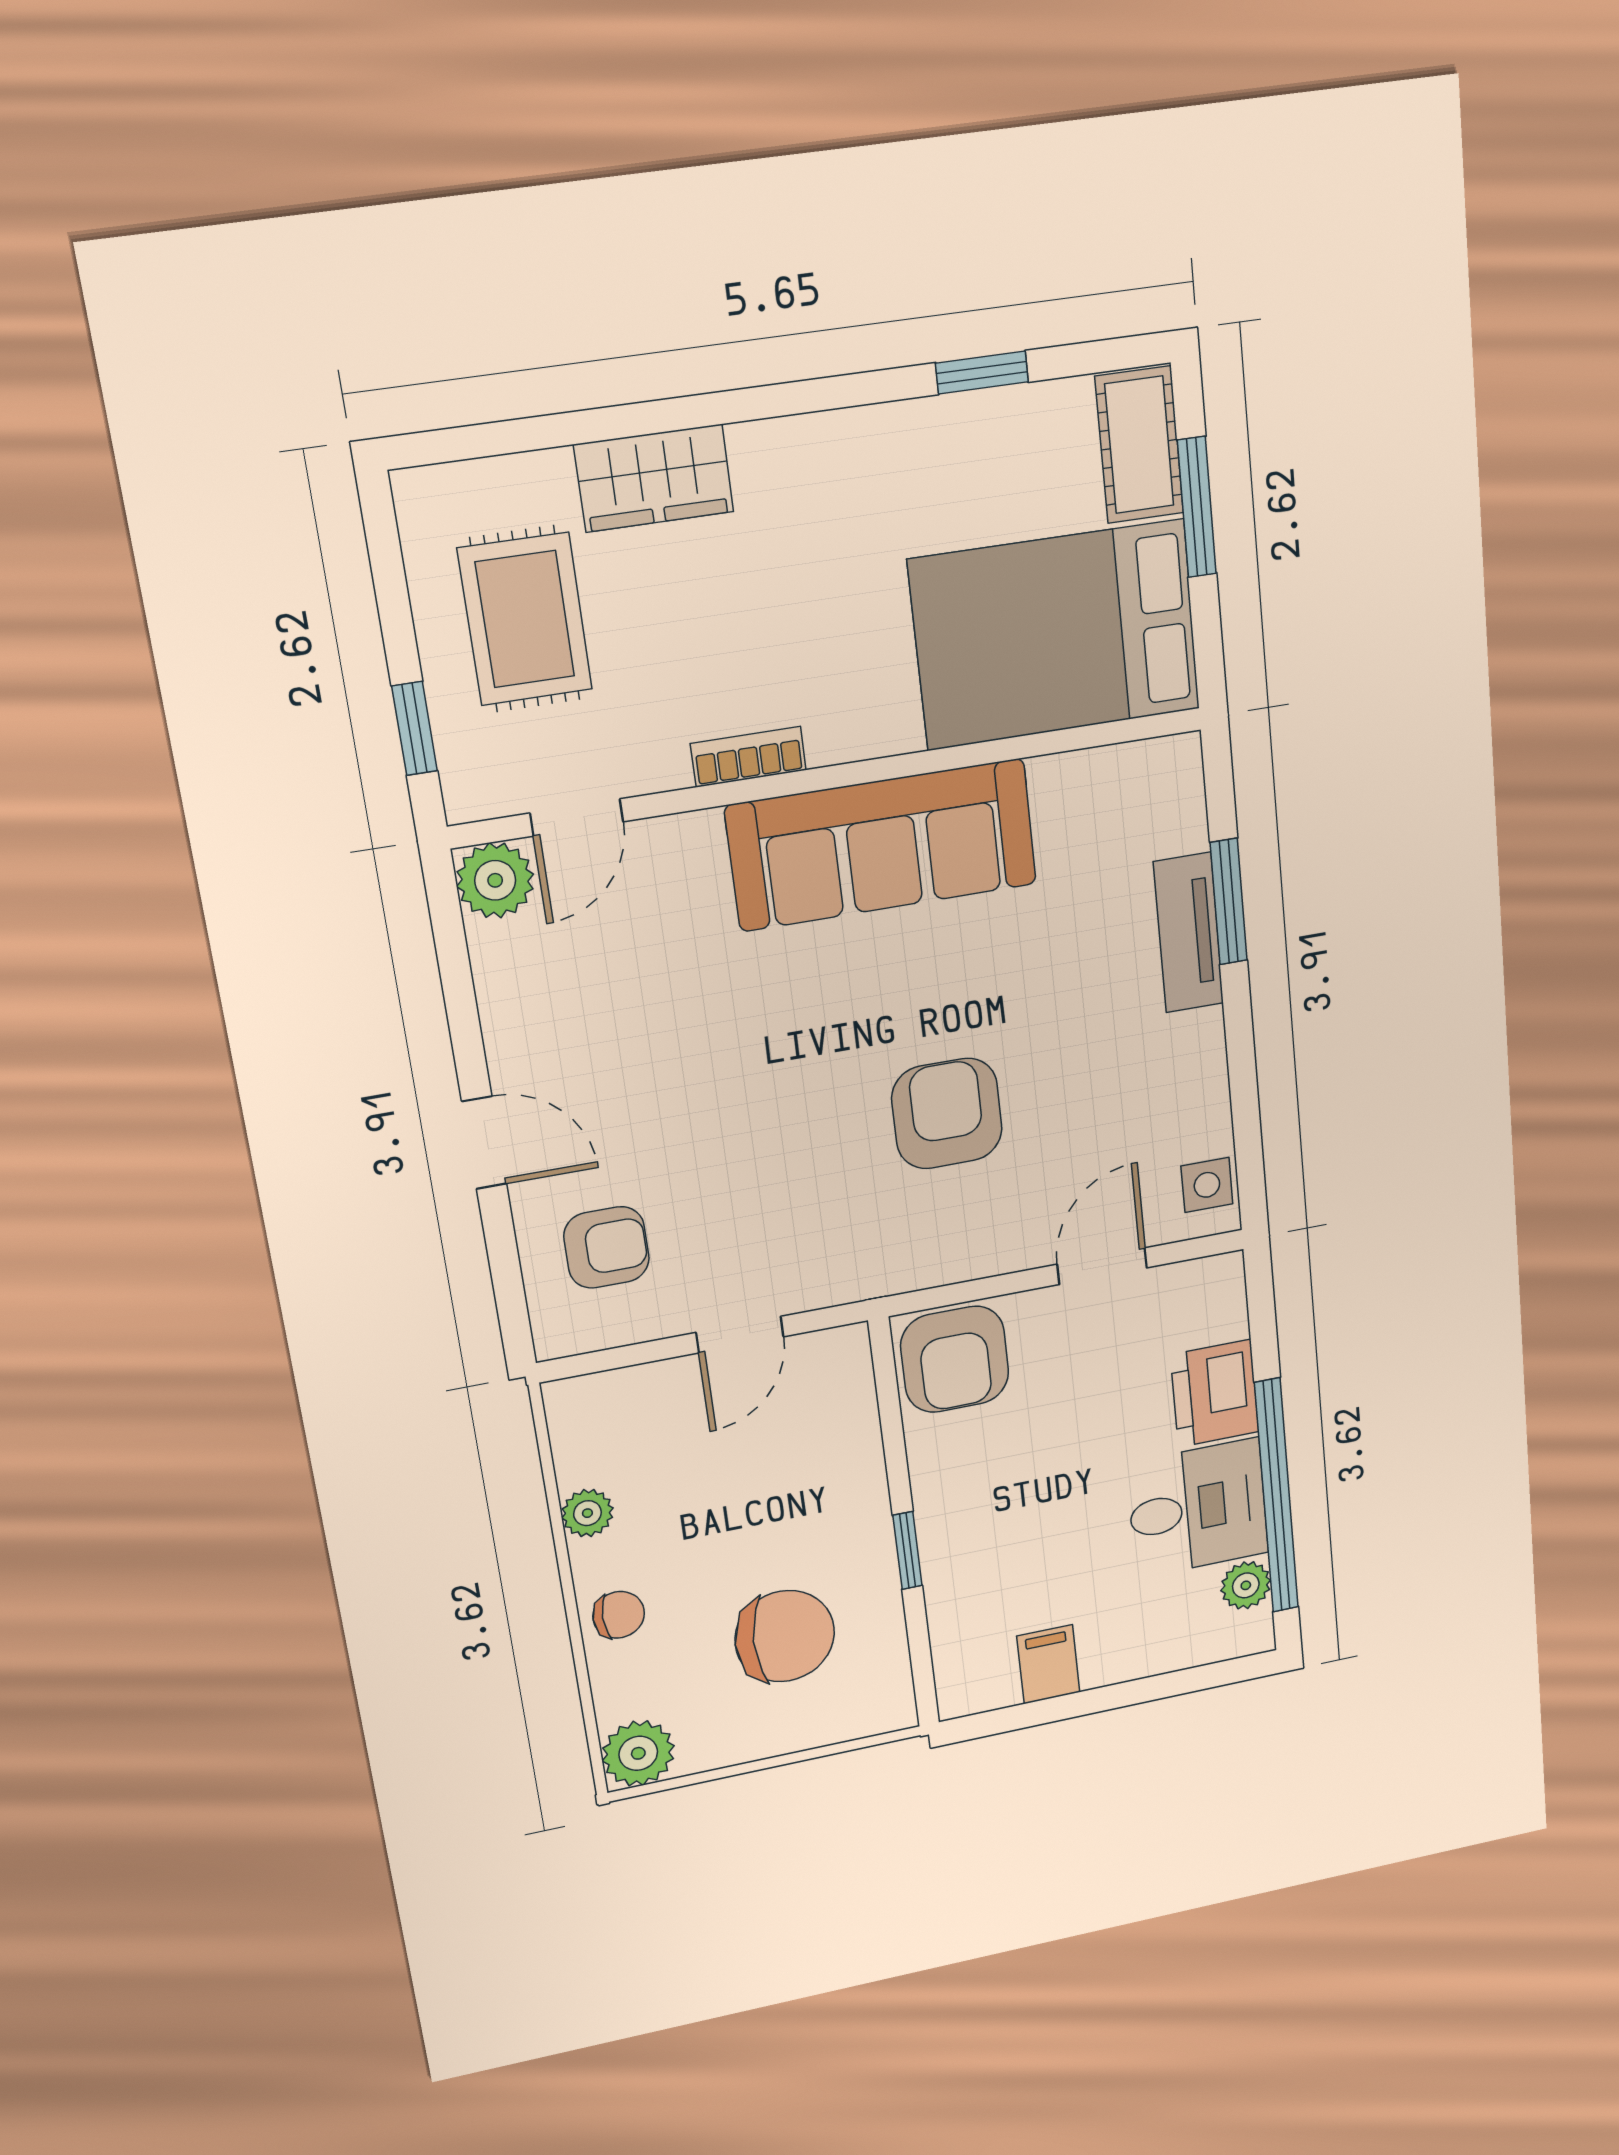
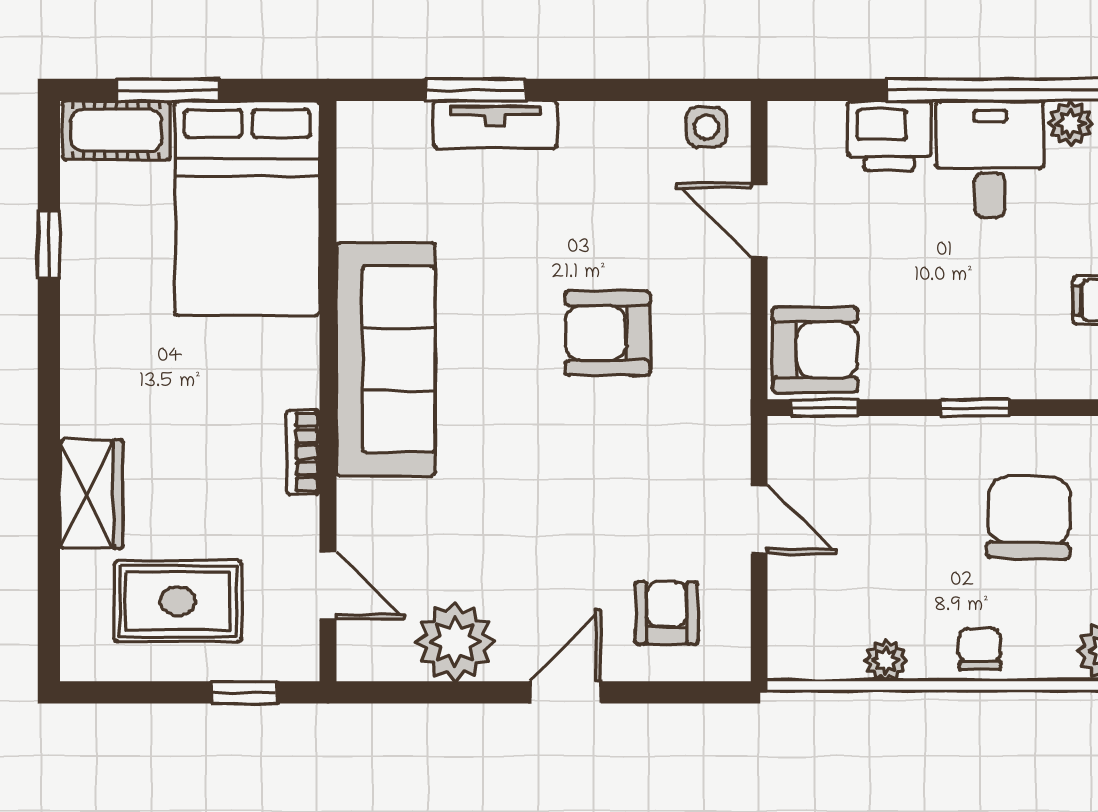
plant: (495, 880) -> (455, 642), moved, width x1.36, depth x1.36
window: (886, 1383) -> (824, 408), added

